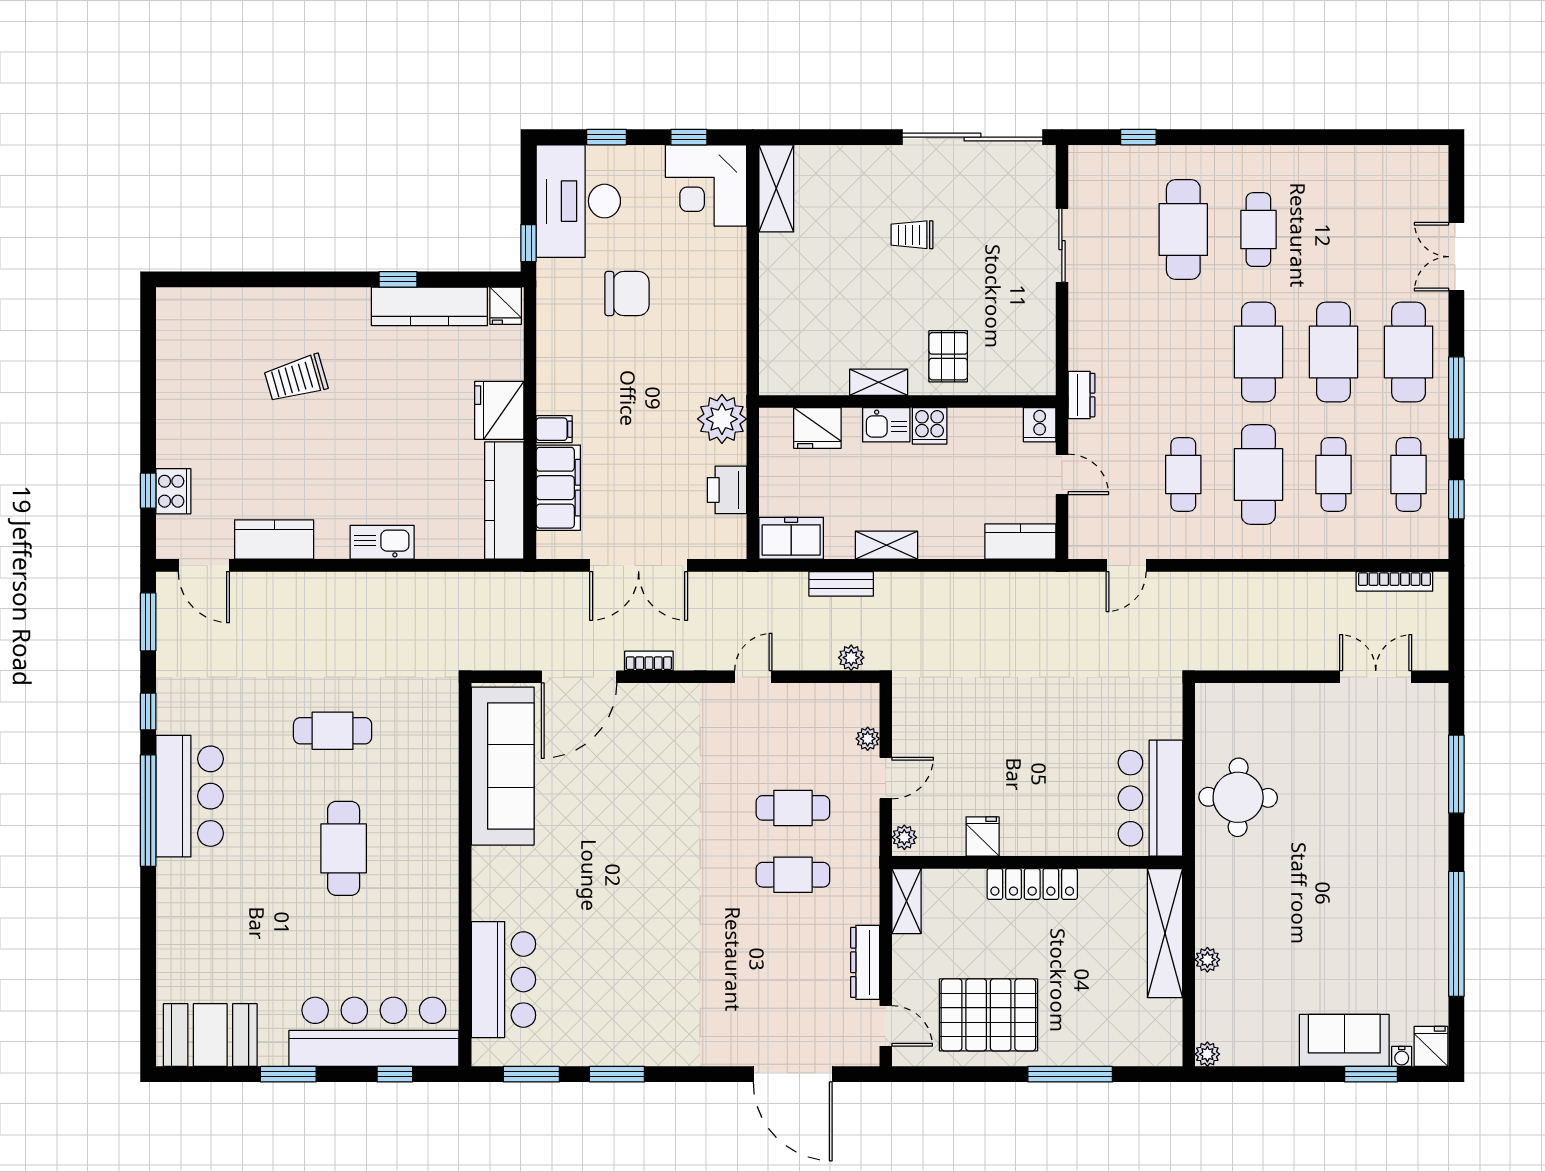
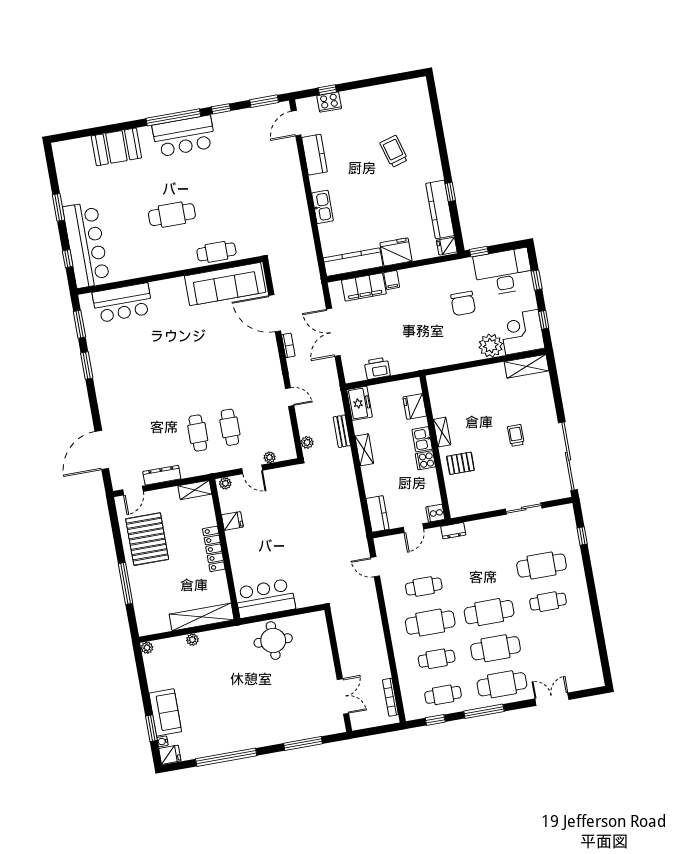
plant: (722, 419) -> (491, 346), moved
cafe table: (333, 731) -> (216, 252), moved, turned 90
booth: (210, 1035) -> (116, 147), moved, turned 90

